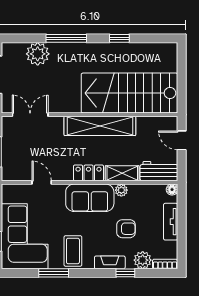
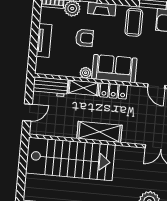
shelving: (100, 126) -> (99, 132), width x0.68
door: (182, 140) -> (28, 112), hinge flipped
floor lamp: (172, 190) -> (40, 69), removed
armchair: (126, 229) -> (84, 38), turned 180

